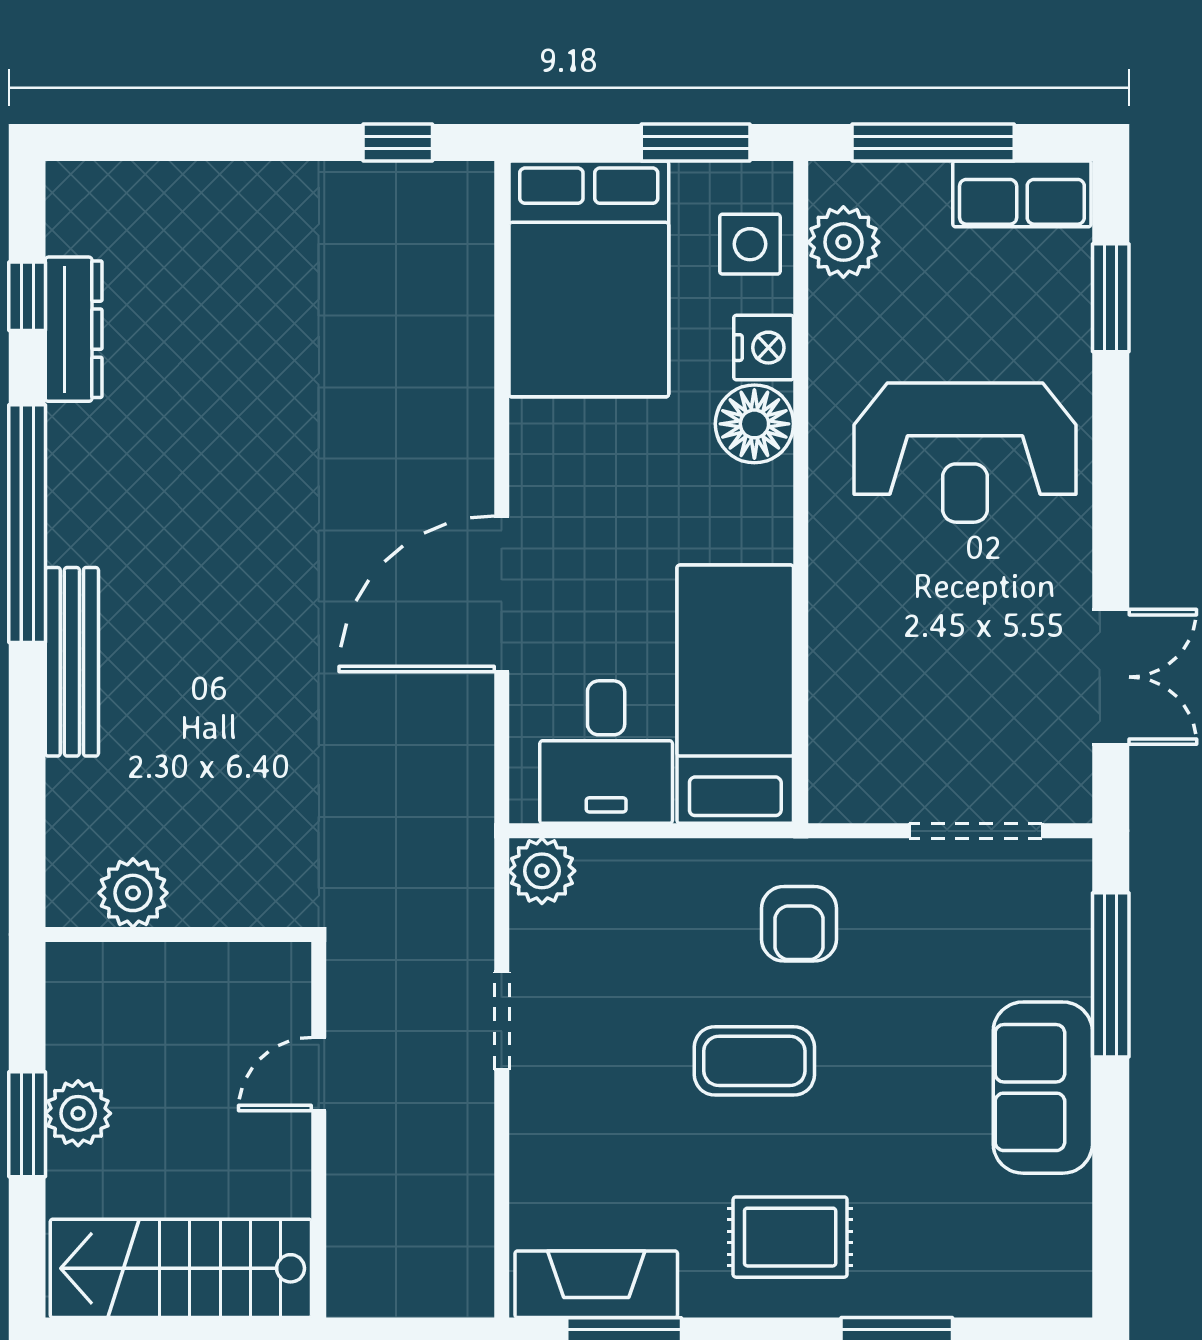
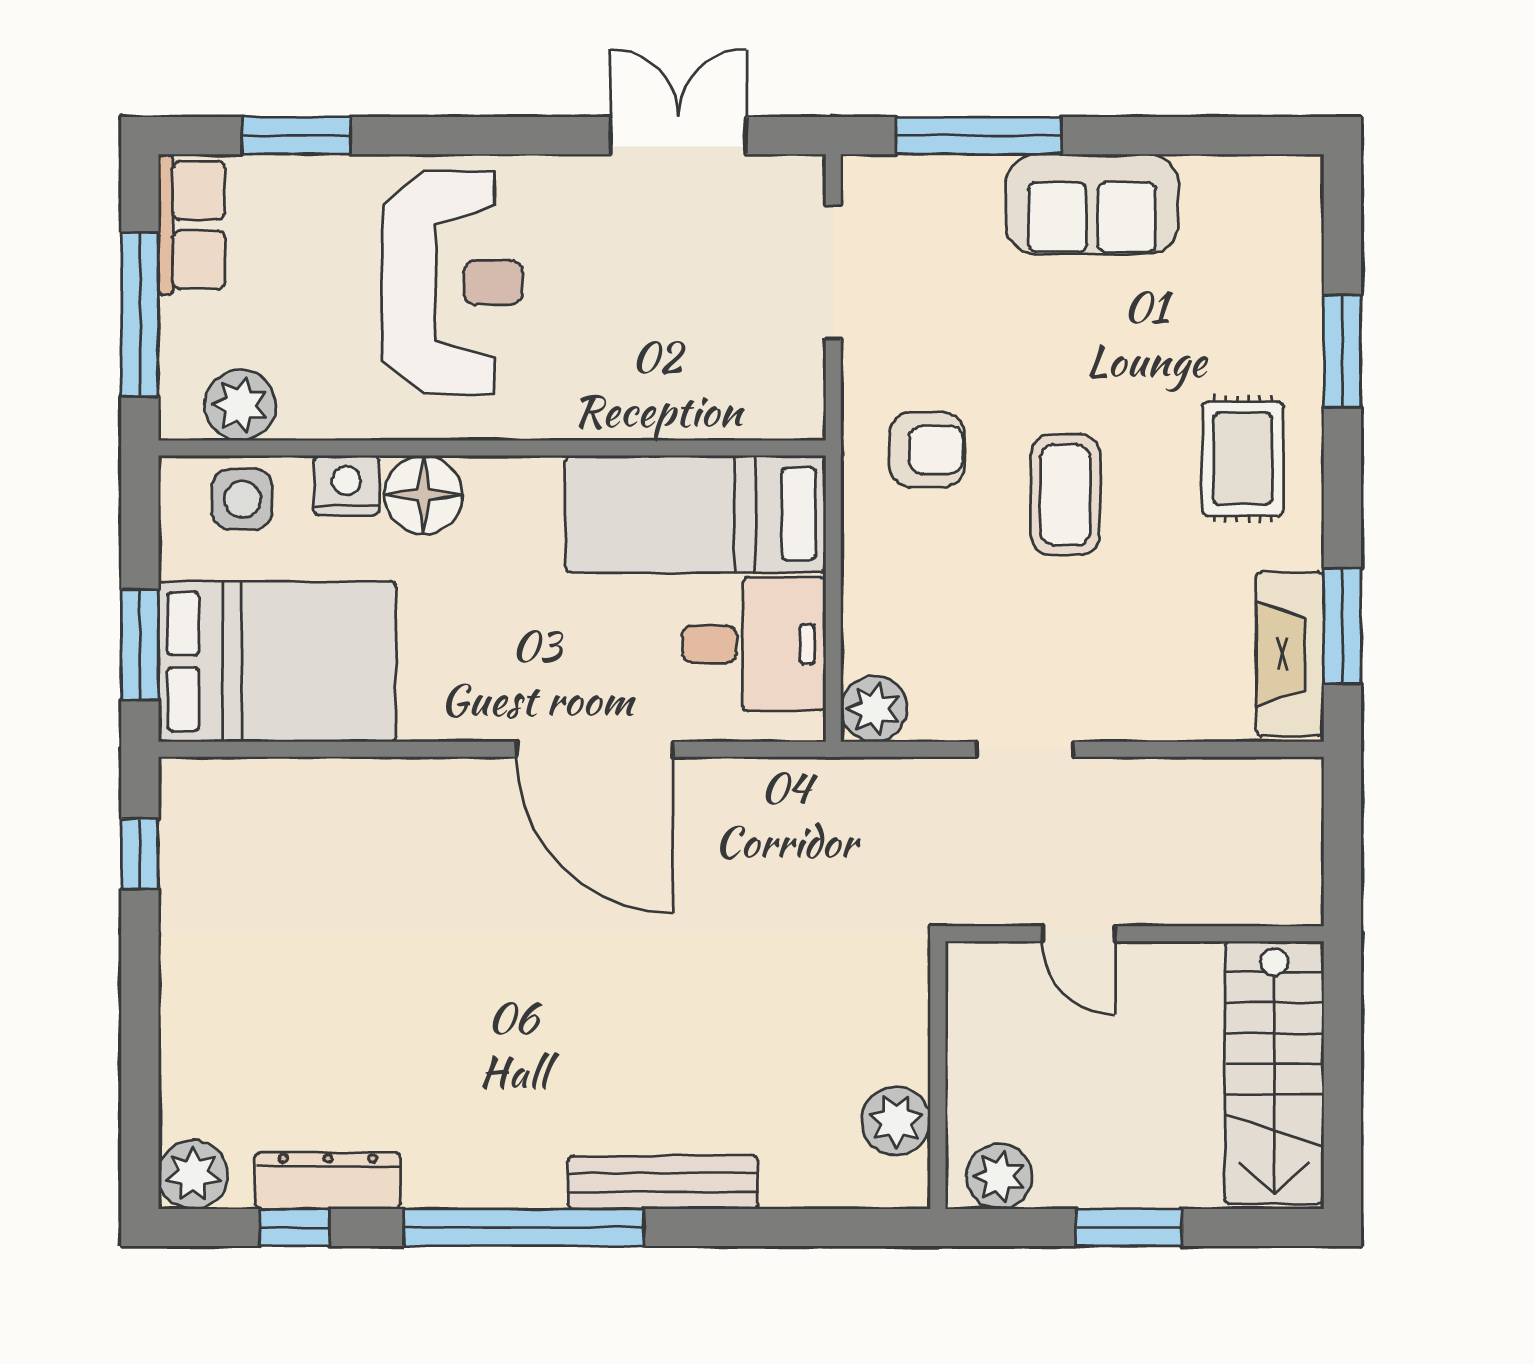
window: (696, 143) -> (140, 645), moved
plant: (80, 195) -> (193, 1174), added
plant: (78, 1113) -> (999, 1176), moved

